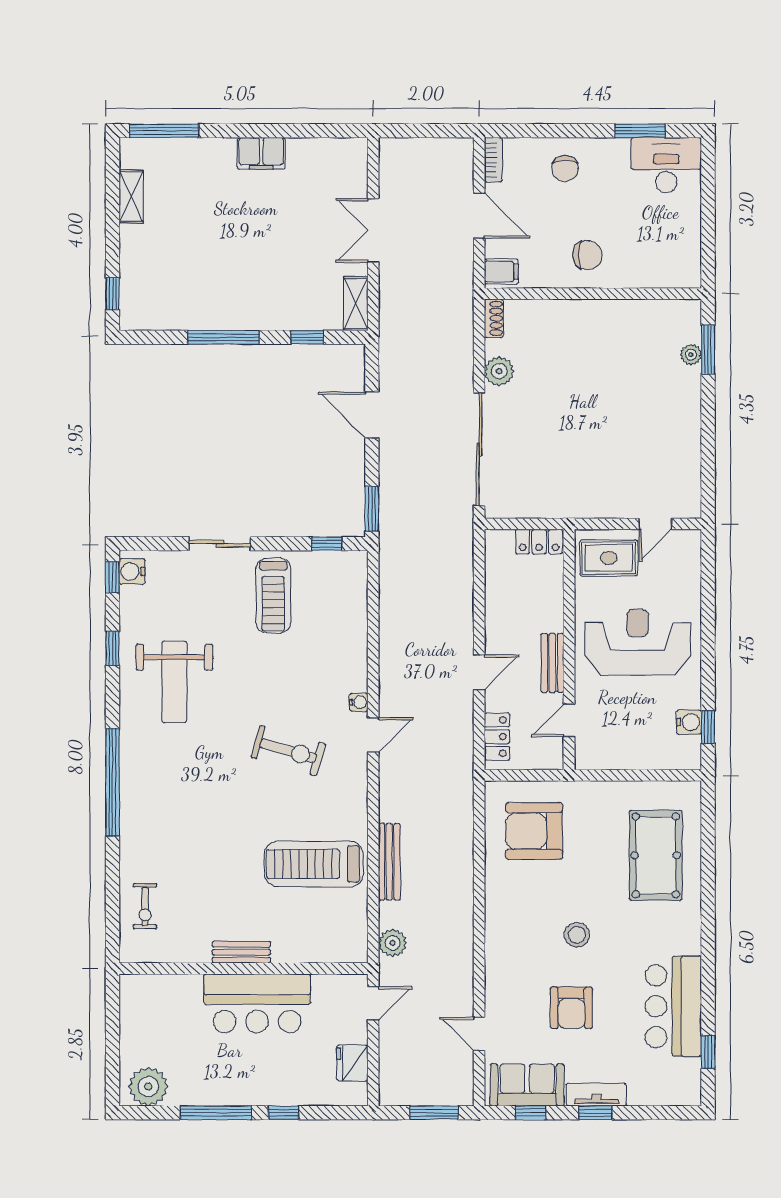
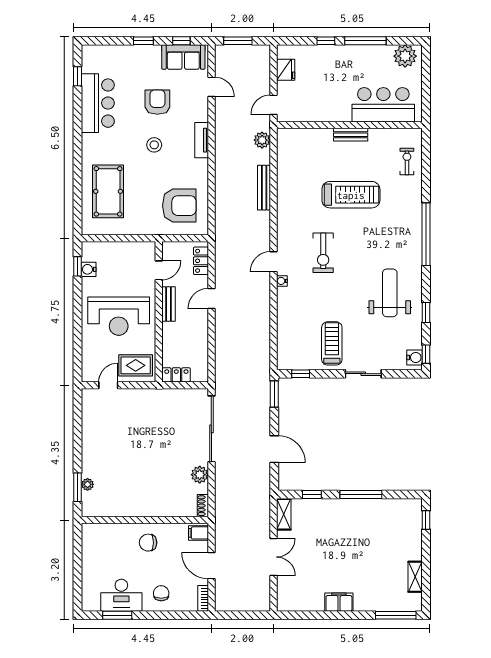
desk: (666, 165) -> (121, 595), moved
exercise bike: (288, 751) -> (323, 253), turned -106
treadmill: (314, 864) -> (351, 195), moved
bar counter: (257, 1003) -> (383, 105), moved
tv unit: (596, 1095) -> (202, 140), moved, turned 90

